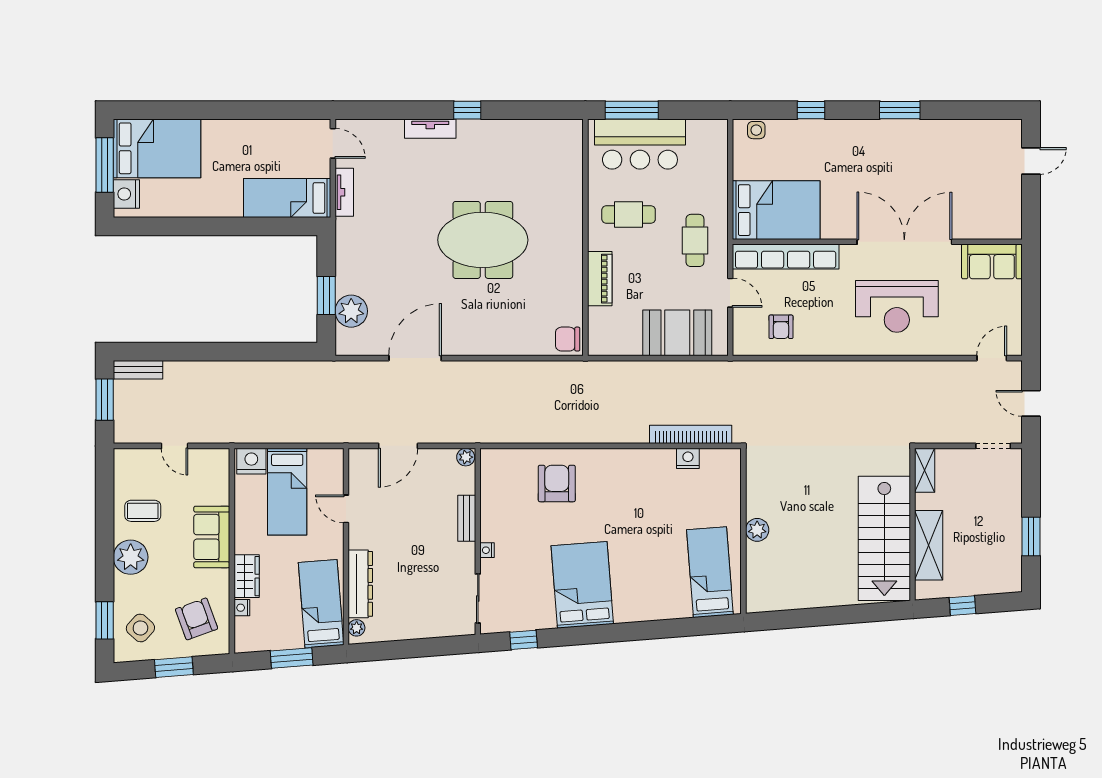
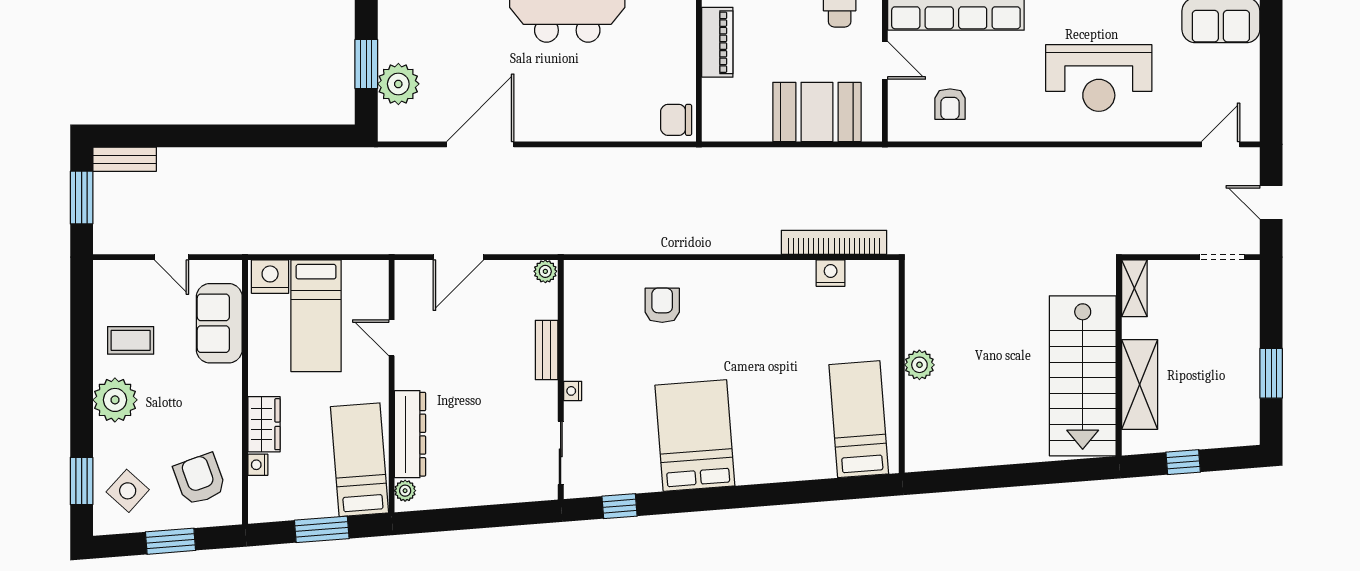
armchair: (557, 483) -> (662, 305), width x0.72, depth x0.72
sofa: (212, 537) -> (219, 323), moved

